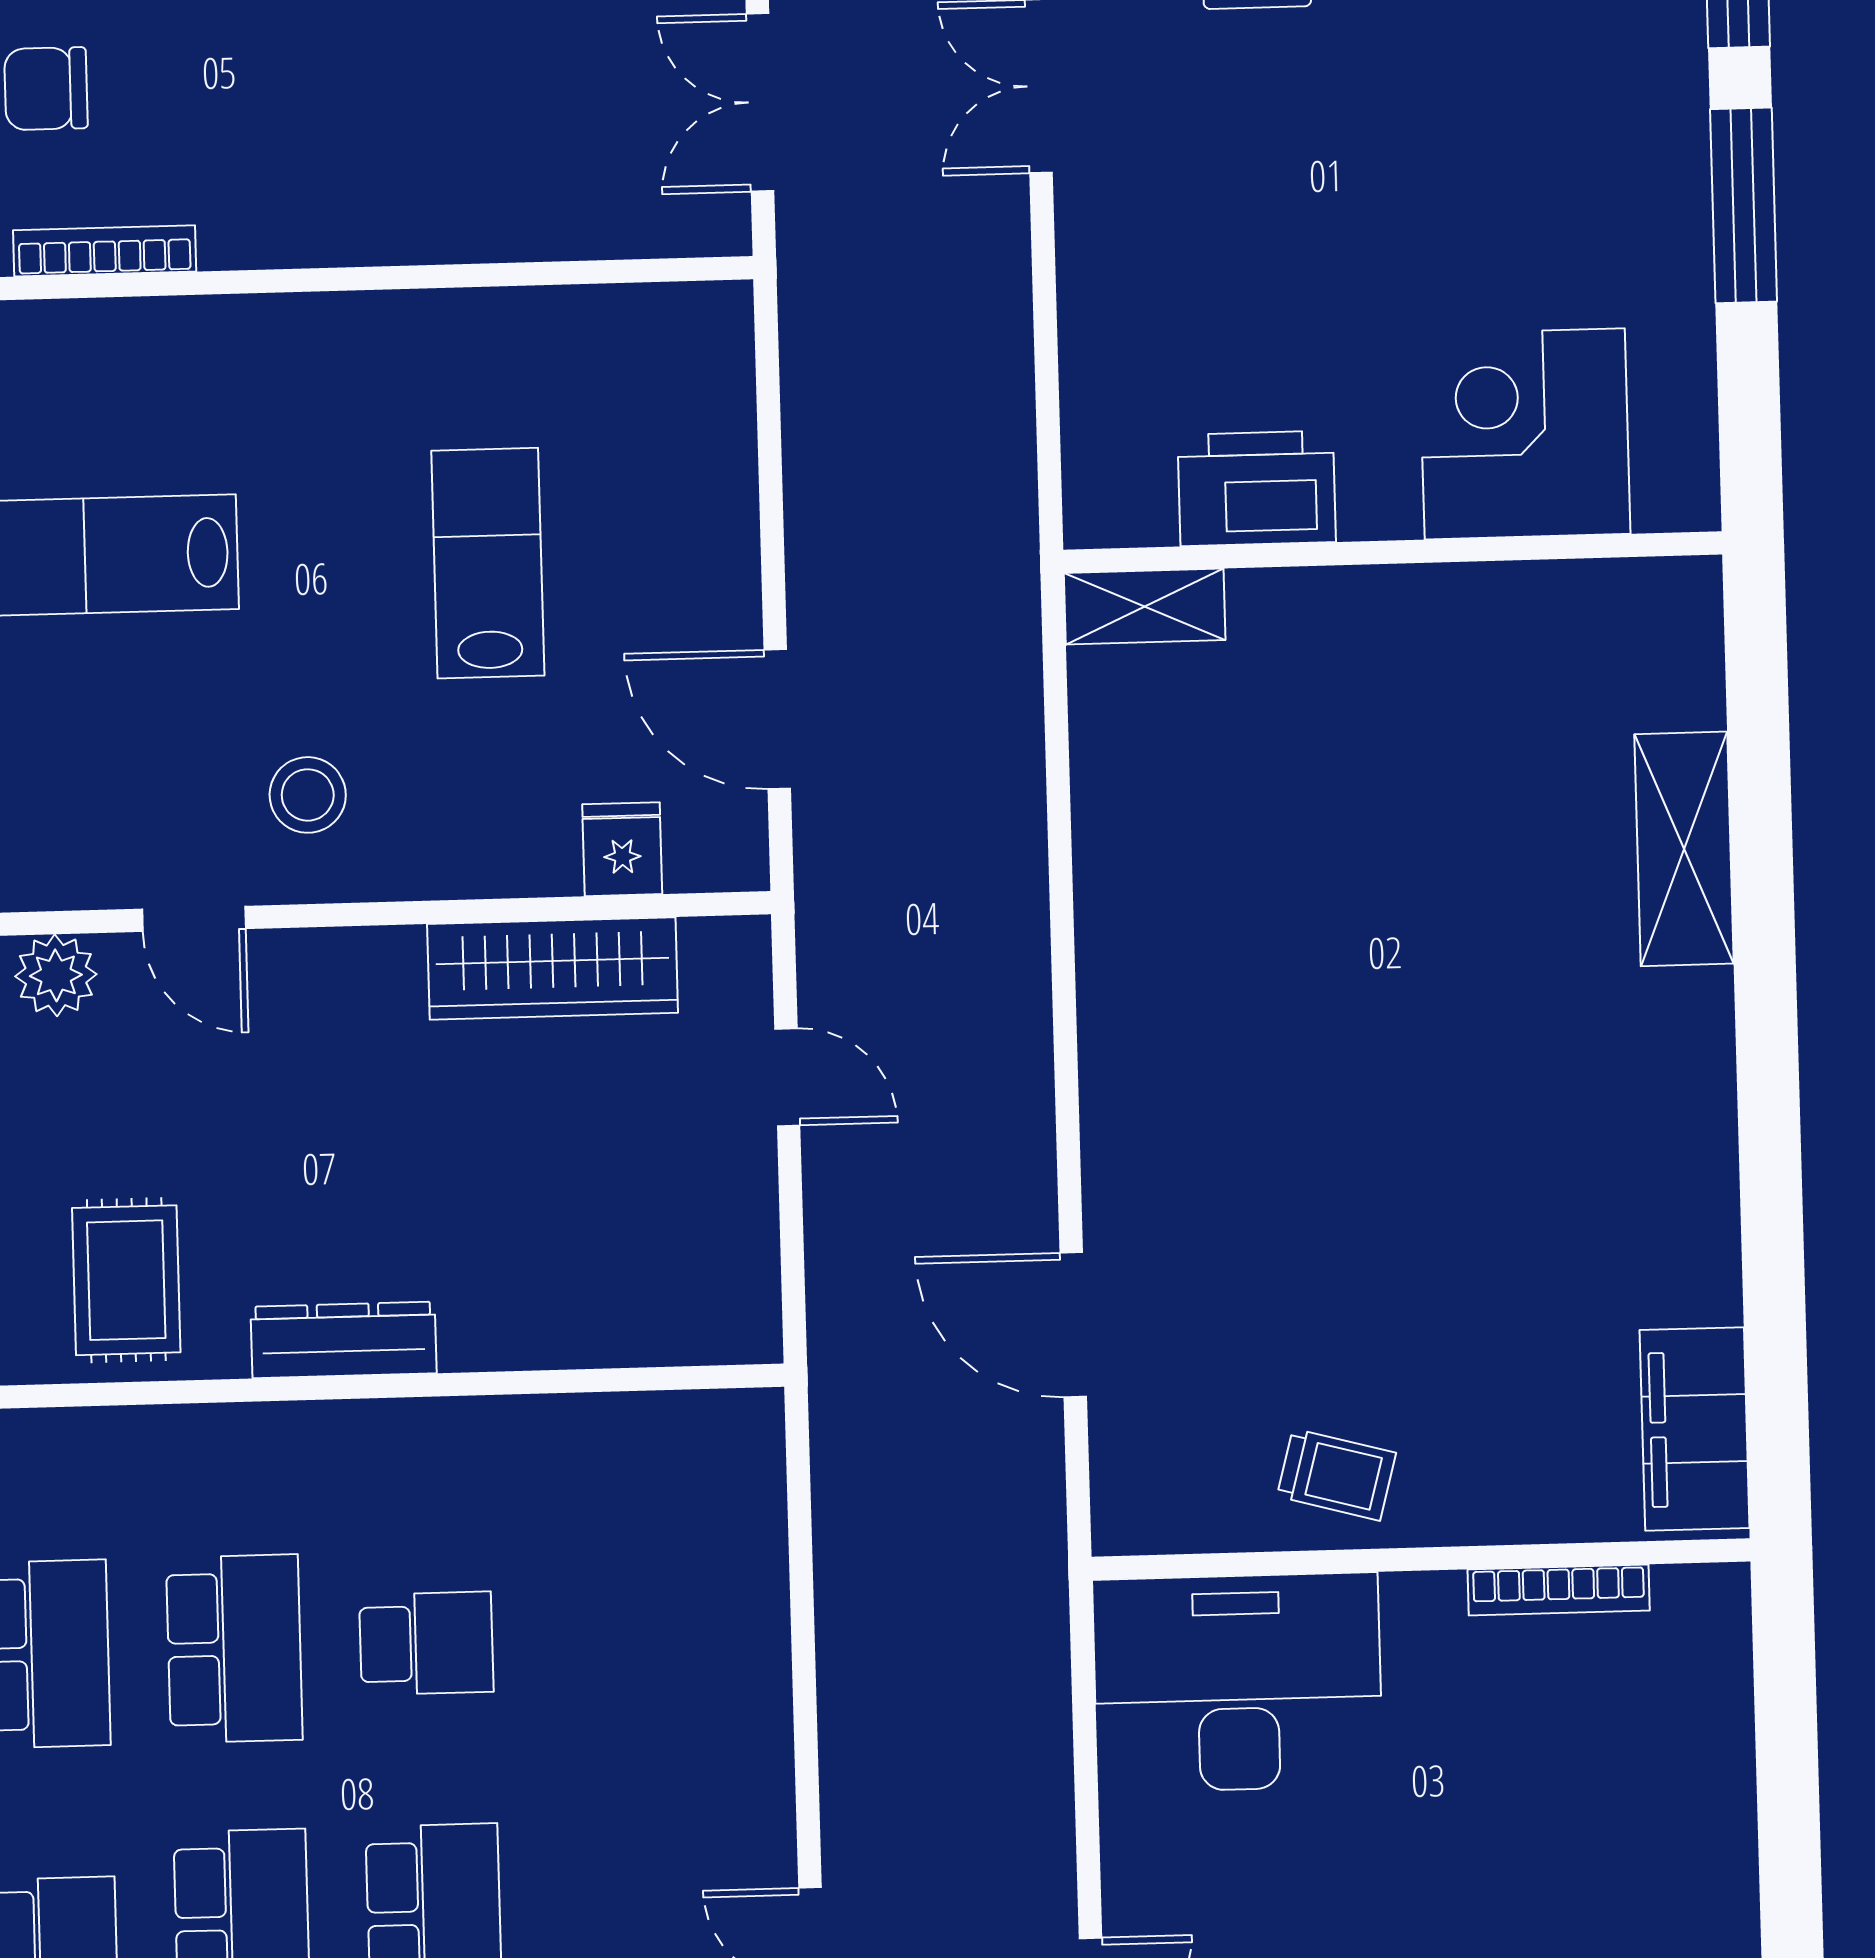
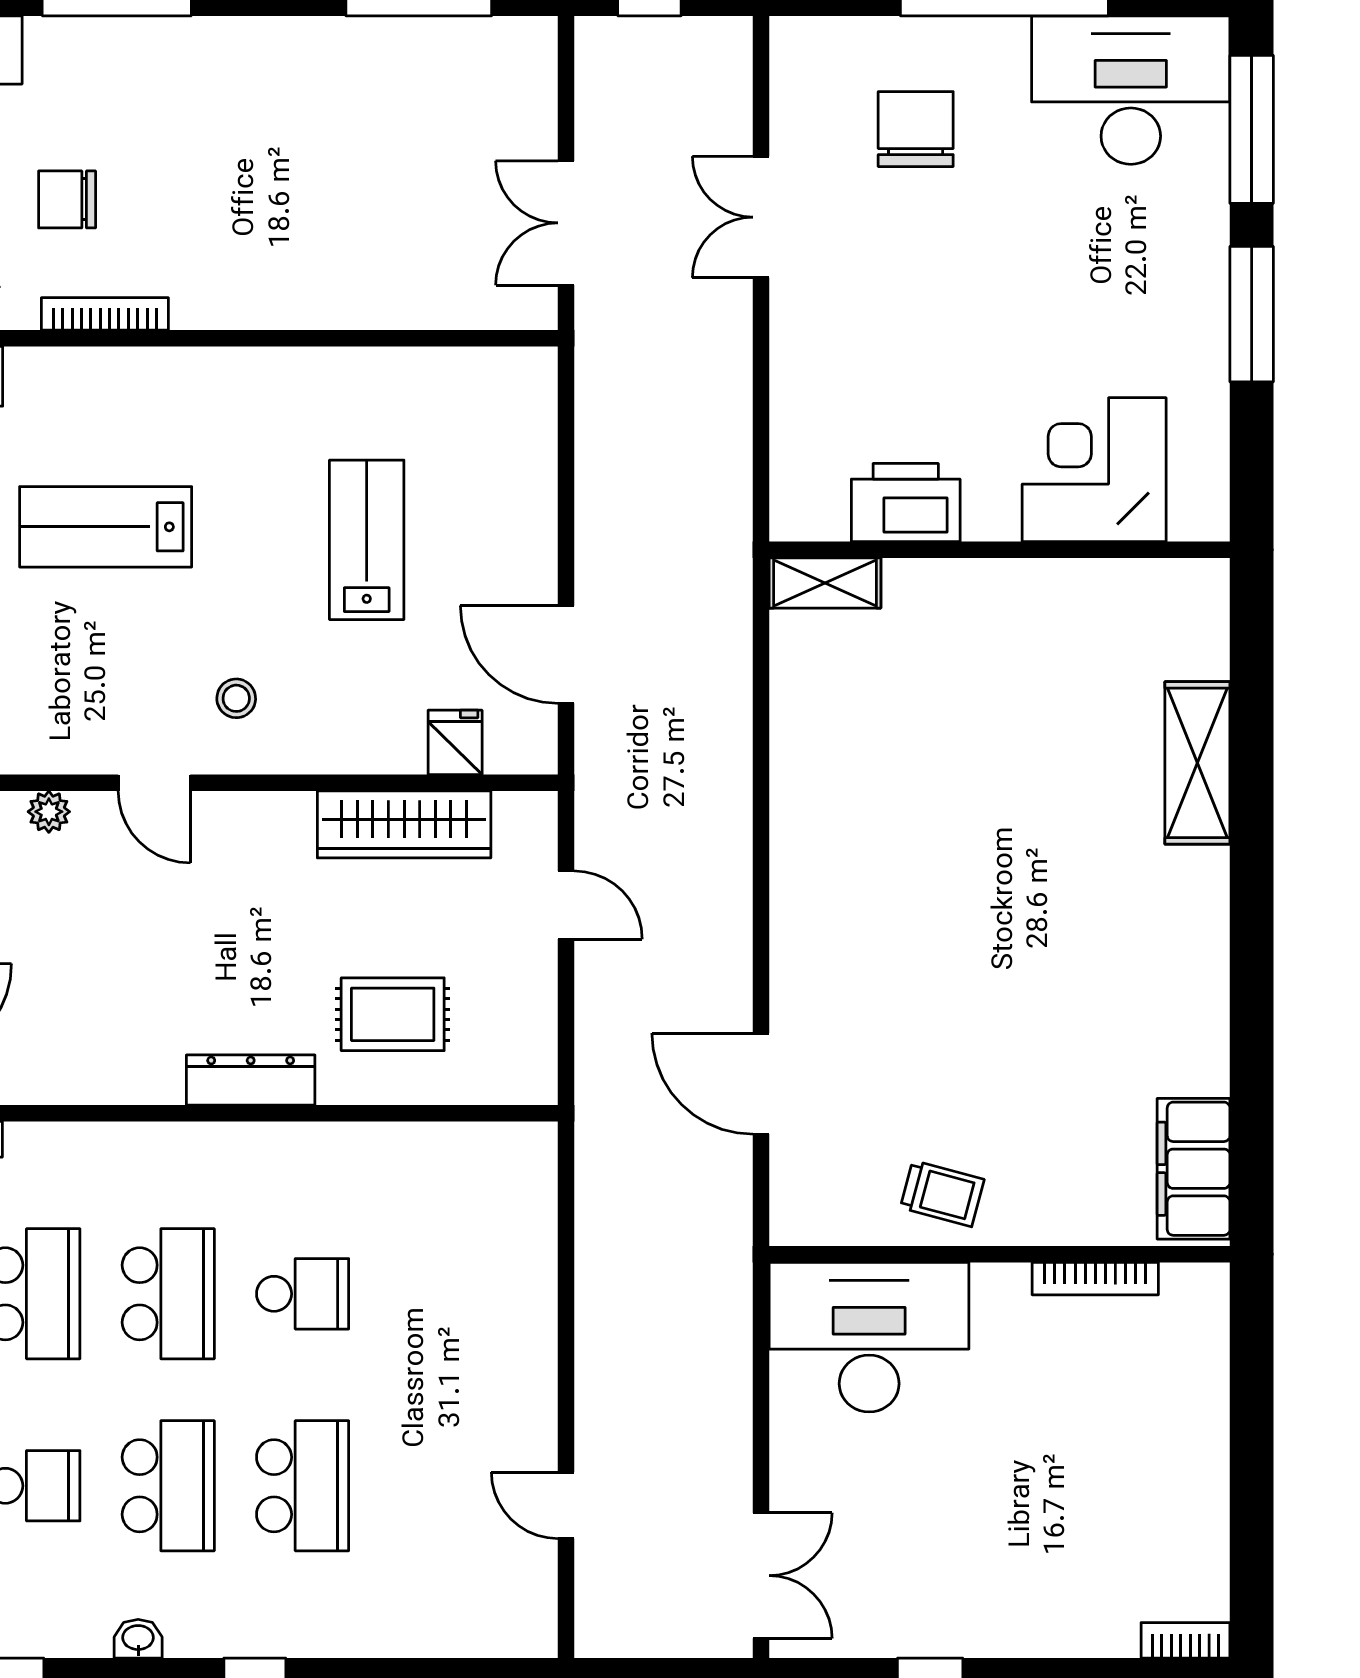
stool: (308, 795) -> (236, 698), width x0.73, depth x0.73
plant: (56, 975) -> (49, 812), width x0.73, depth x0.73
rug: (126, 1280) -> (393, 1014), moved, turned 90

